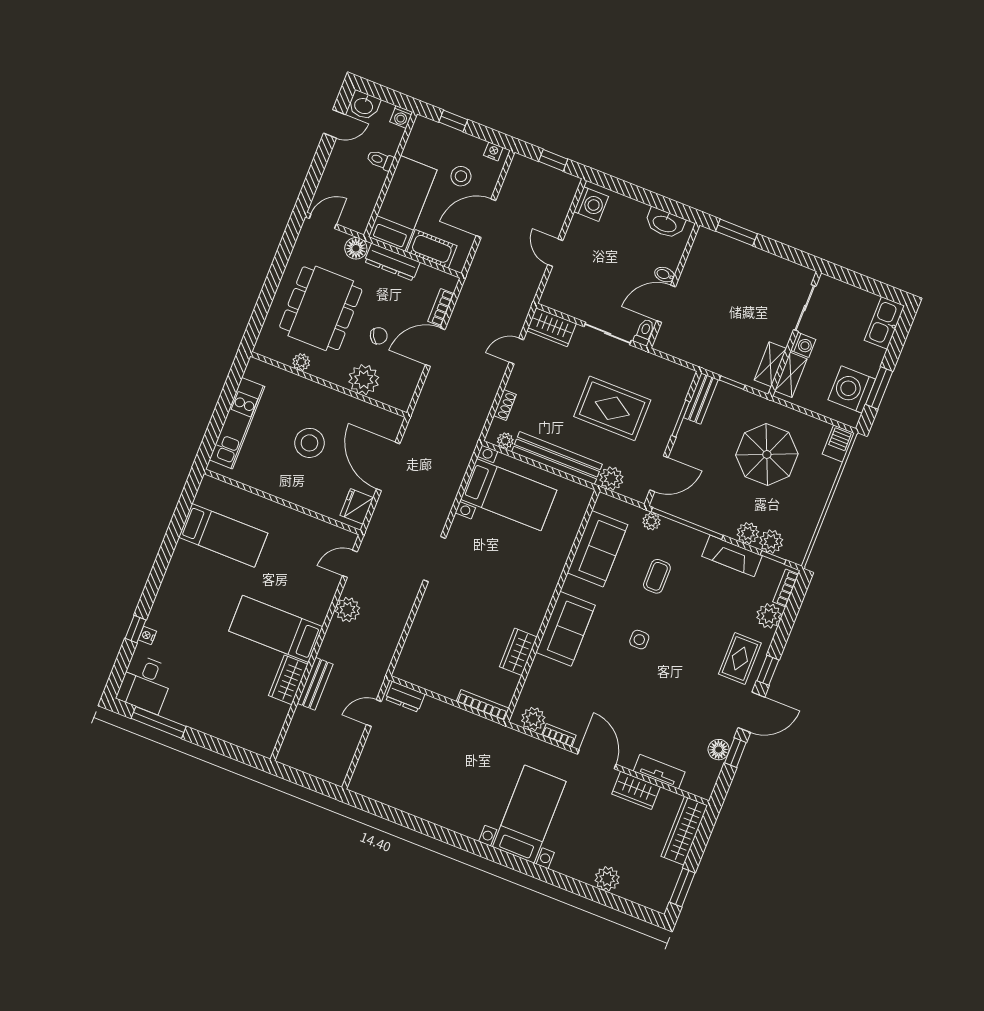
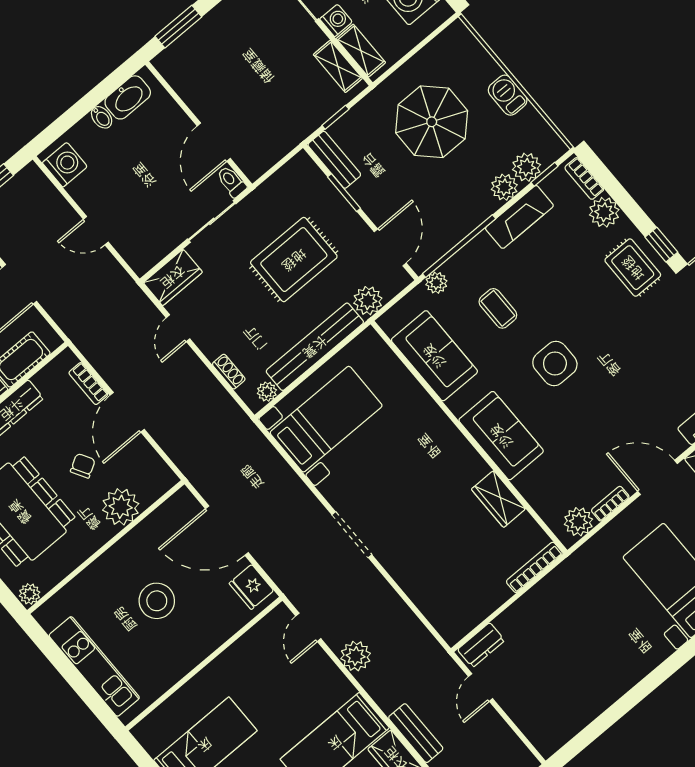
bidet: (665, 275) -> (102, 117), moved, turned -90
plant: (301, 362) -> (30, 594), moved
barbecue: (838, 444) -> (508, 95), moved
side table: (639, 640) -> (555, 363), width x1.87, depth x1.87

